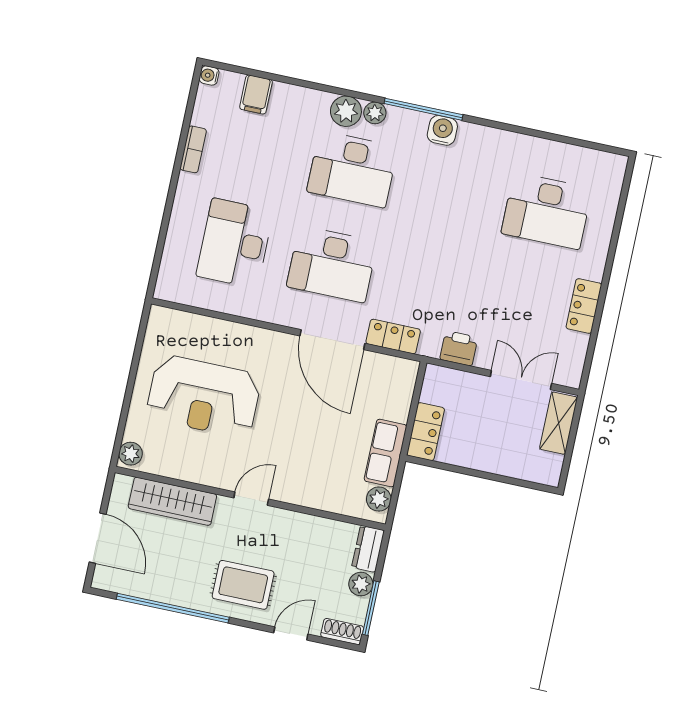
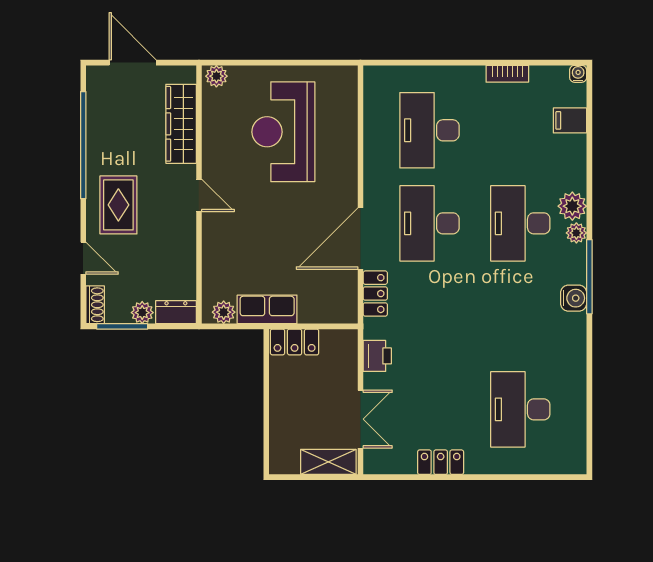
desk: (235, 243) -> (429, 130), turned -90
door: (98, 538) -> (133, 63), swing flipped

